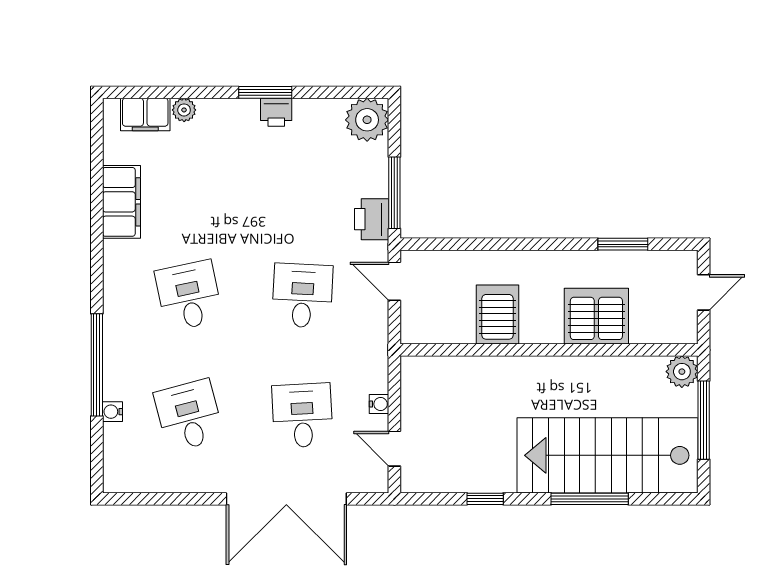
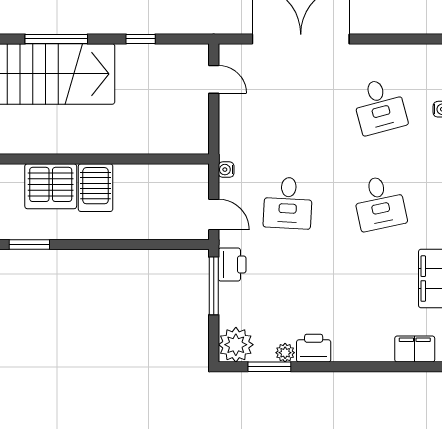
window: (265, 92) -> (269, 367), moved
plant: (184, 110) -> (285, 353), moved
printer: (276, 112) -> (314, 348), width x1.36, depth x1.24
server rack: (498, 314) -> (96, 188), moved
water cooler: (379, 404) -> (226, 170), moved
desk: (302, 415) -> (288, 106), removed

